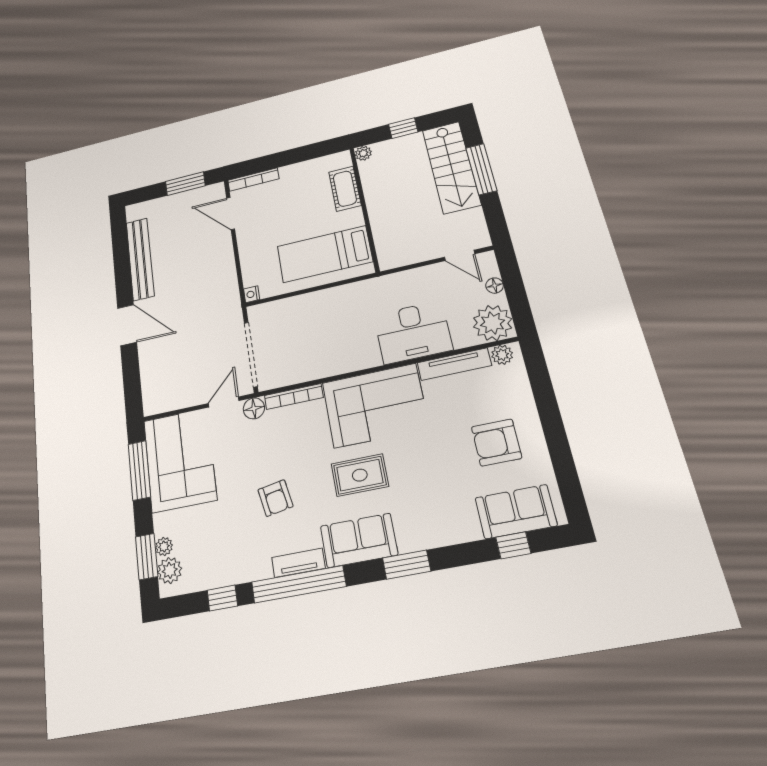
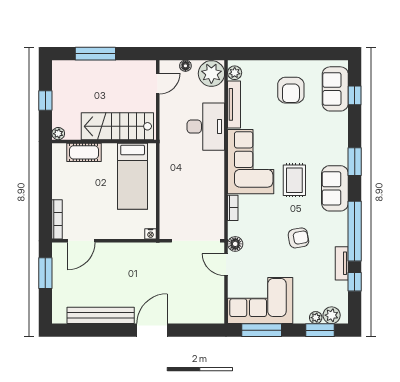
stairs: (451, 167) -> (117, 126), moved, turned 180
bookcase: (294, 397) -> (233, 208), width x0.64
tv unit: (298, 563) -> (342, 263), moved

